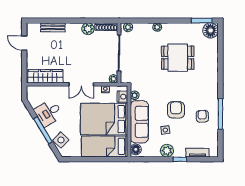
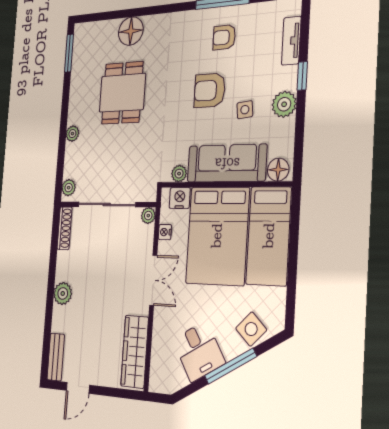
bench: (53, 27) -> (56, 357), moved
plant: (88, 29) -> (63, 293), moved
floor lamp: (211, 30) -> (131, 31), moved

